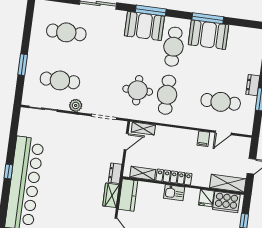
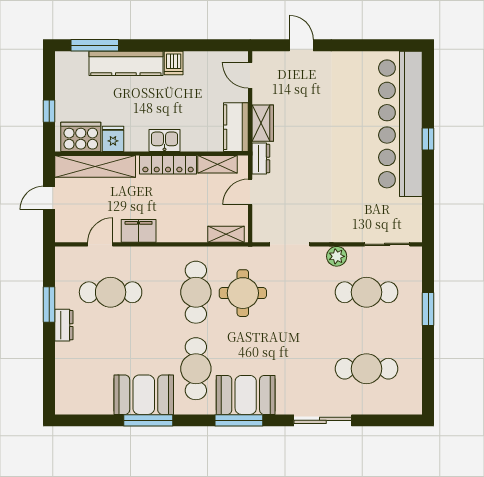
filing cabinet: (203, 139) -> (139, 231), width x2.00
door: (126, 142) -> (250, 192), moved
shelving: (228, 183) -> (95, 166), width x1.47

